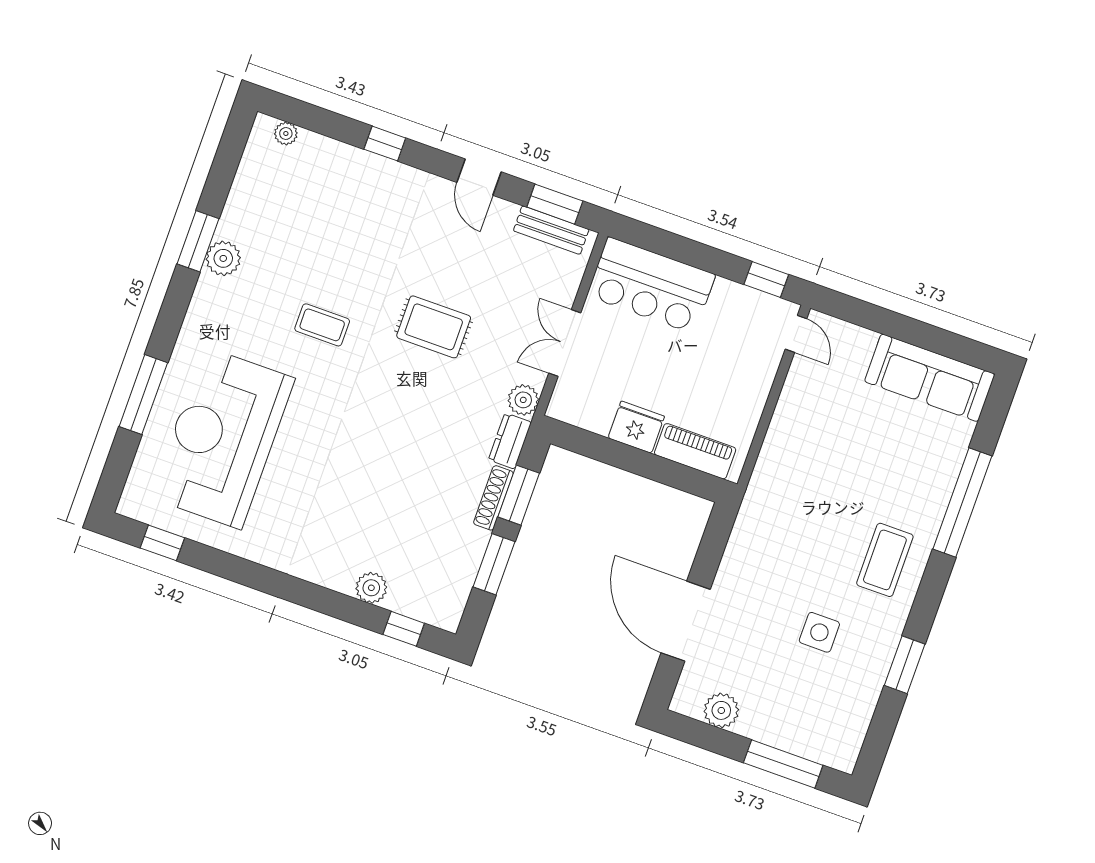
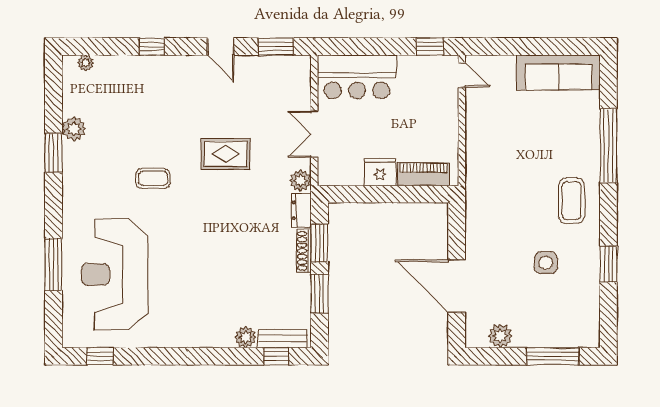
bench: (551, 230) -> (282, 339), moved
plant: (223, 258) -> (74, 129), moved

